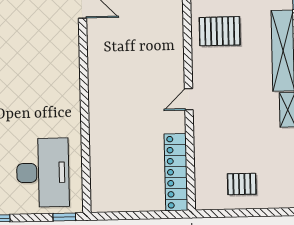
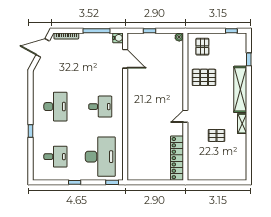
desk: (41, 86) -> (100, 107), added
pallet: (242, 184) -> (217, 135), moved

